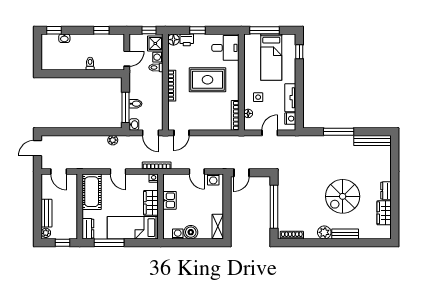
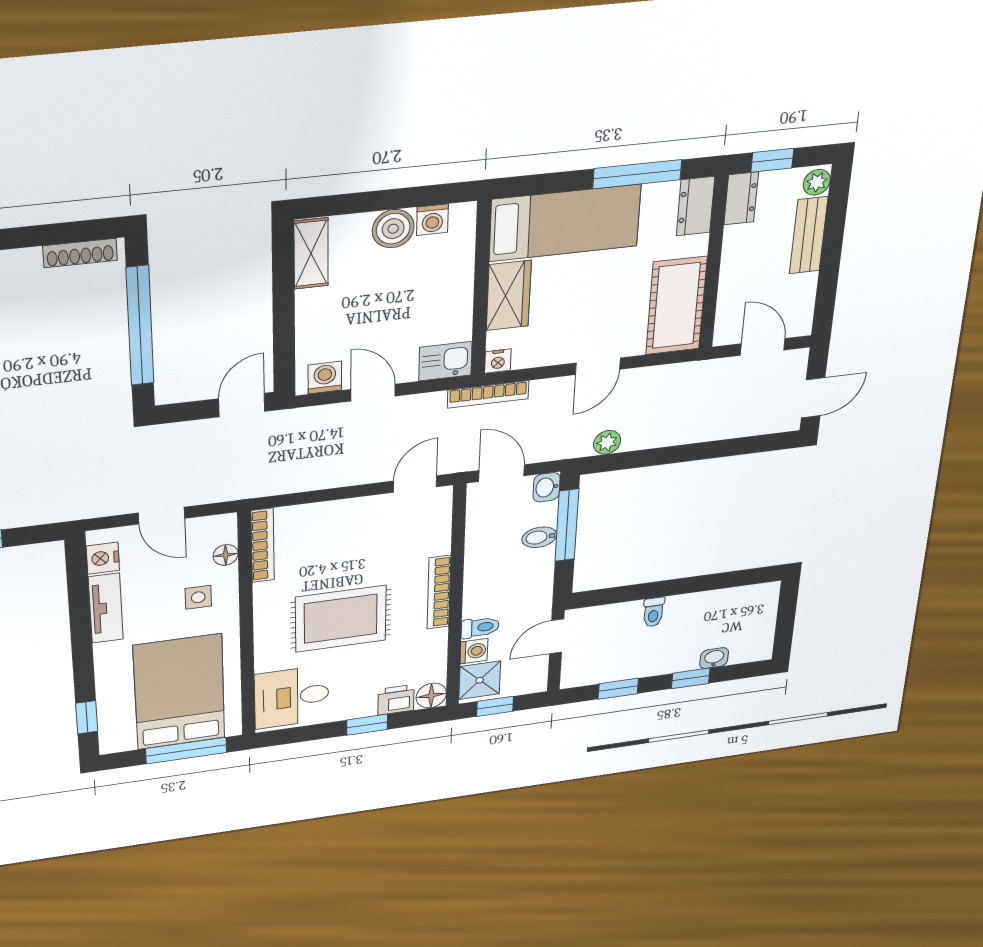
window: (54, 30) -> (691, 678), moved
bed: (271, 57) -> (179, 692), width x1.50
door: (270, 133) -> (161, 516), hinge flipped
door: (118, 171) -> (598, 366), swing flipped
kitchen sink: (170, 200) -> (445, 361), moved, turned 90
dresser: (72, 230) -> (741, 198), added

